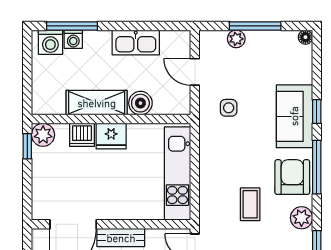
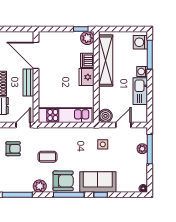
window: (255, 26) -> (150, 149), moved
washing machine: (73, 39) -> (142, 72), moved
shelving: (97, 103) -> (106, 61), width x1.47
boiler: (140, 103) -> (105, 116), moved

